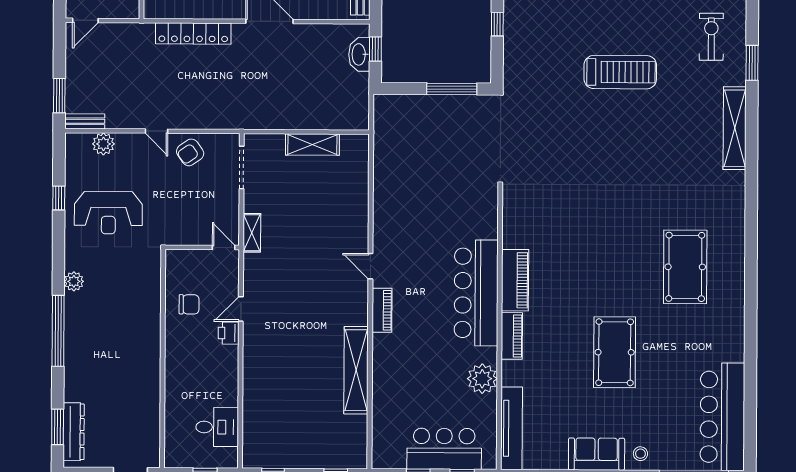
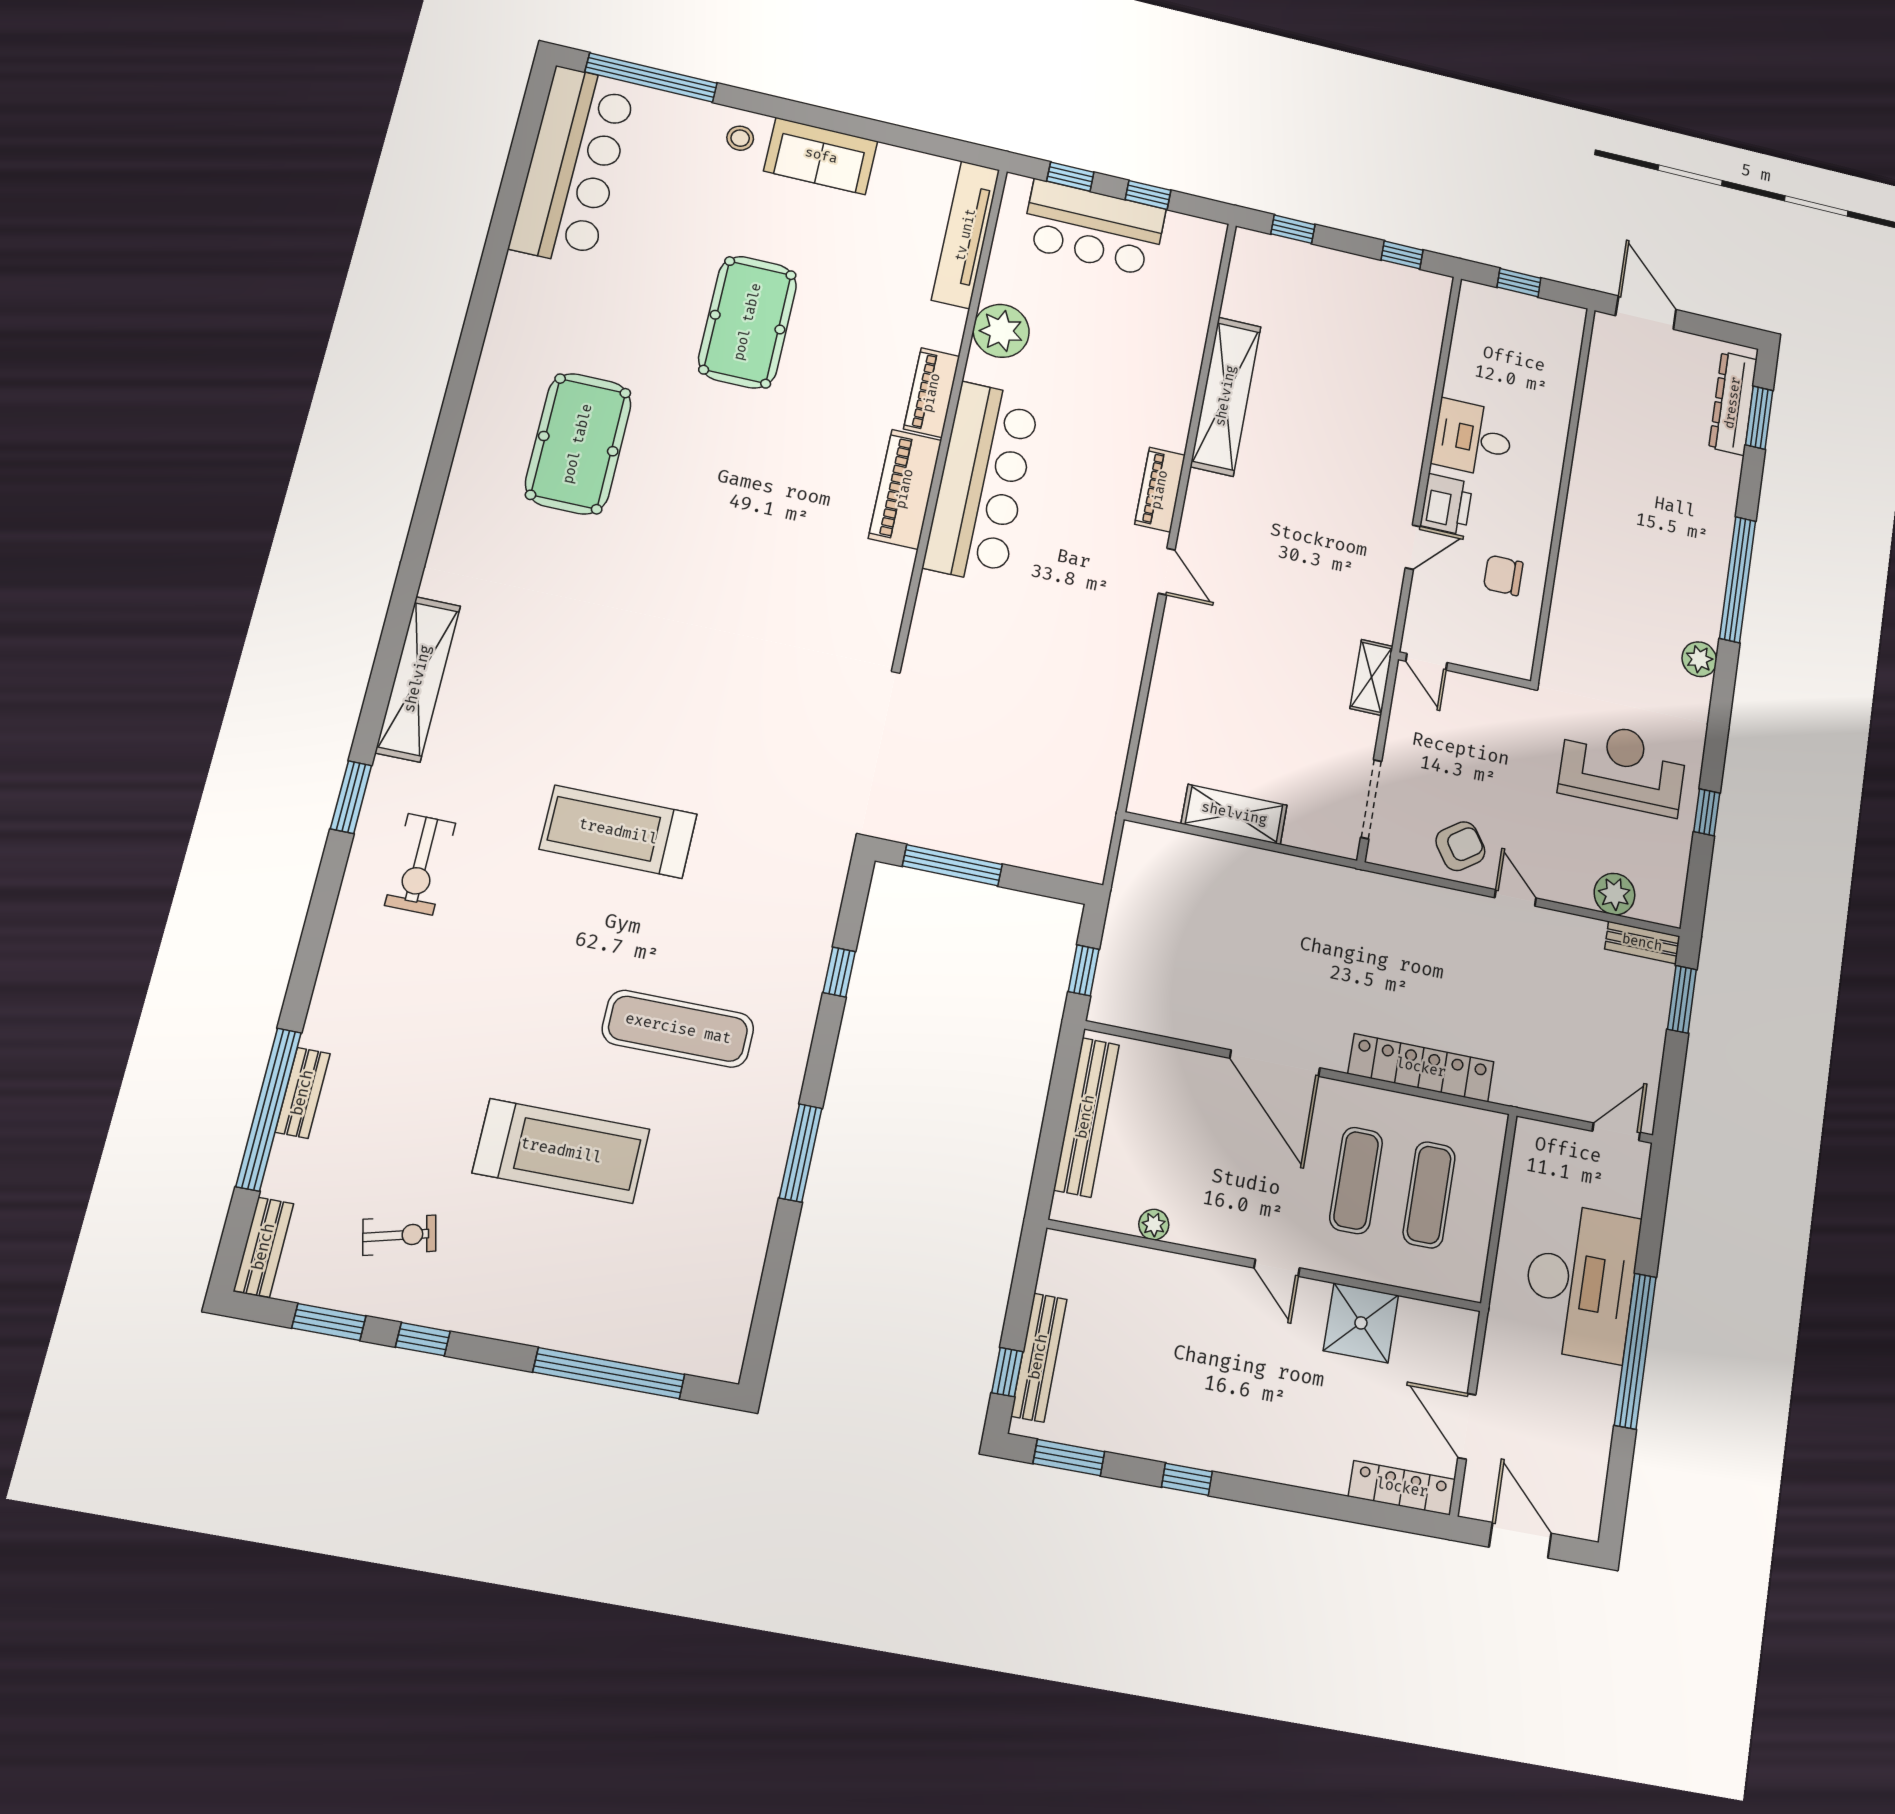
washbasin: (359, 54) -> (1116, 966), removed
printer: (229, 333) -> (1446, 504), width x1.36, depth x1.24
desk: (217, 427) -> (1473, 438), moved

